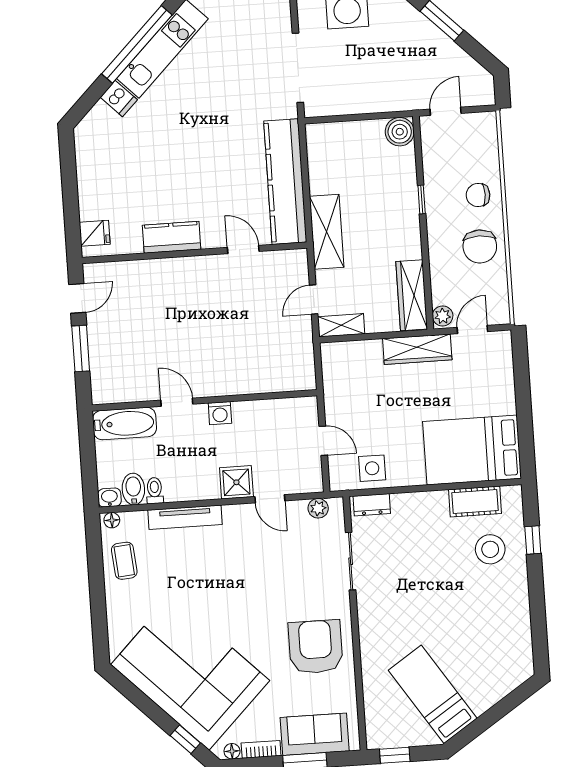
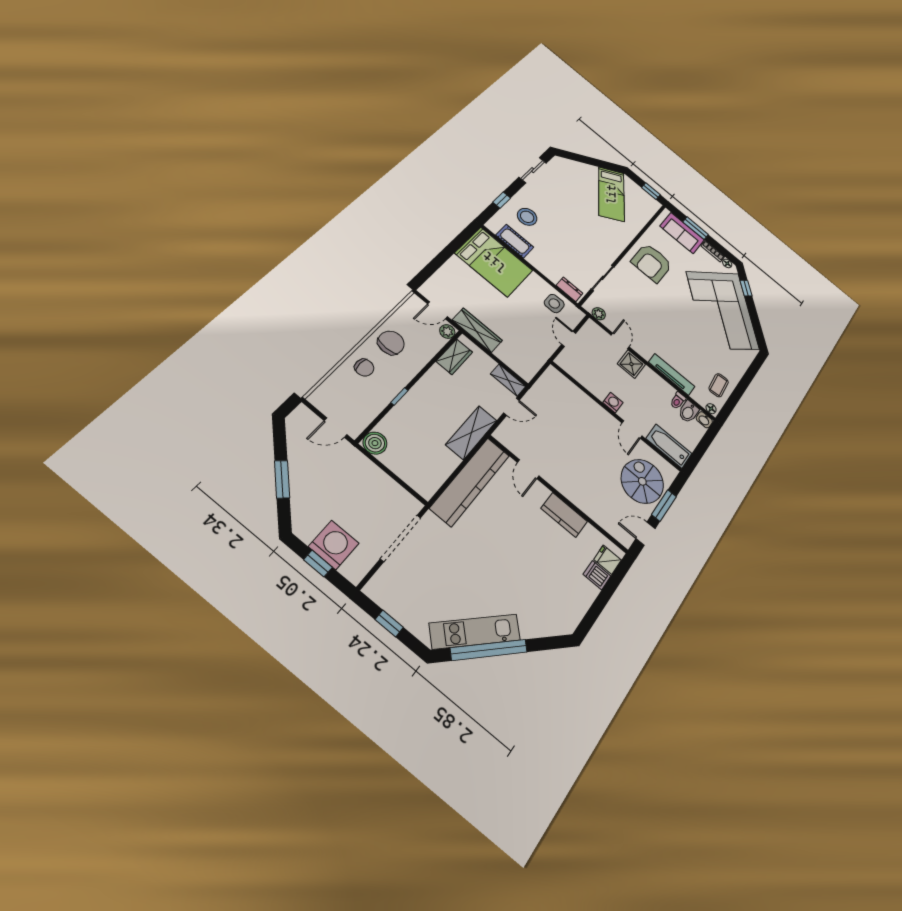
dishwasher: (119, 99) -> (597, 575), moved, turned -45
wardrobe: (412, 295) -> (454, 357), width x0.67
spiral stairs: (122, 353) -> (642, 481), added
sliding door: (538, 622) -> (533, 170), added

